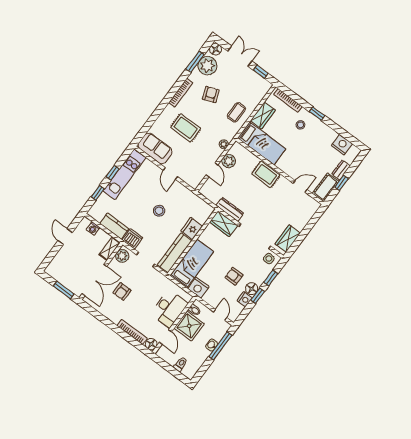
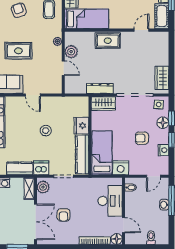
floor lamp: (252, 289) -> (163, 123), moved
door: (220, 315) -> (153, 176), swing flipped
shower: (189, 326) -> (136, 203), removed

